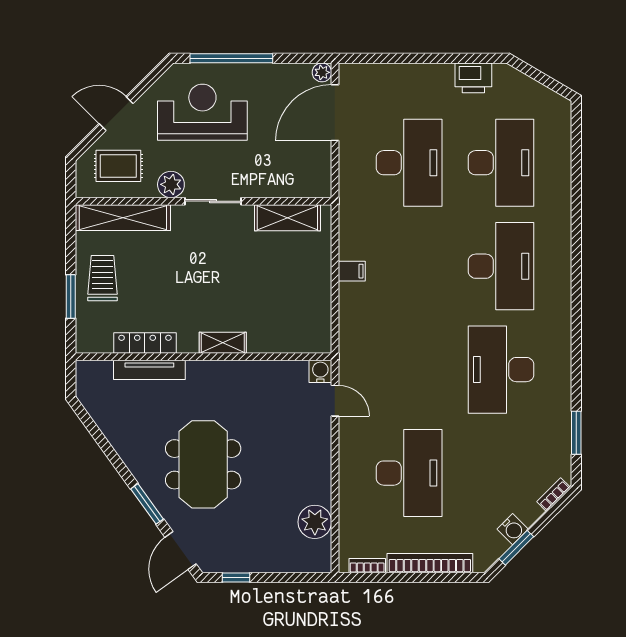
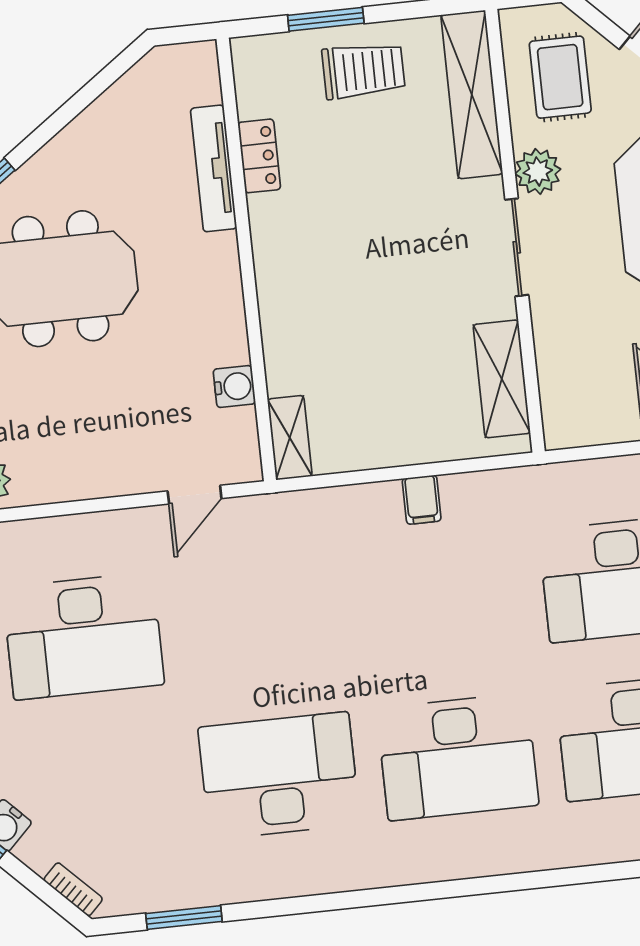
locker: (145, 343) -> (259, 156), width x0.66
shelving: (223, 343) -> (290, 438), moved
water cooler: (320, 371) -> (234, 386), moved

